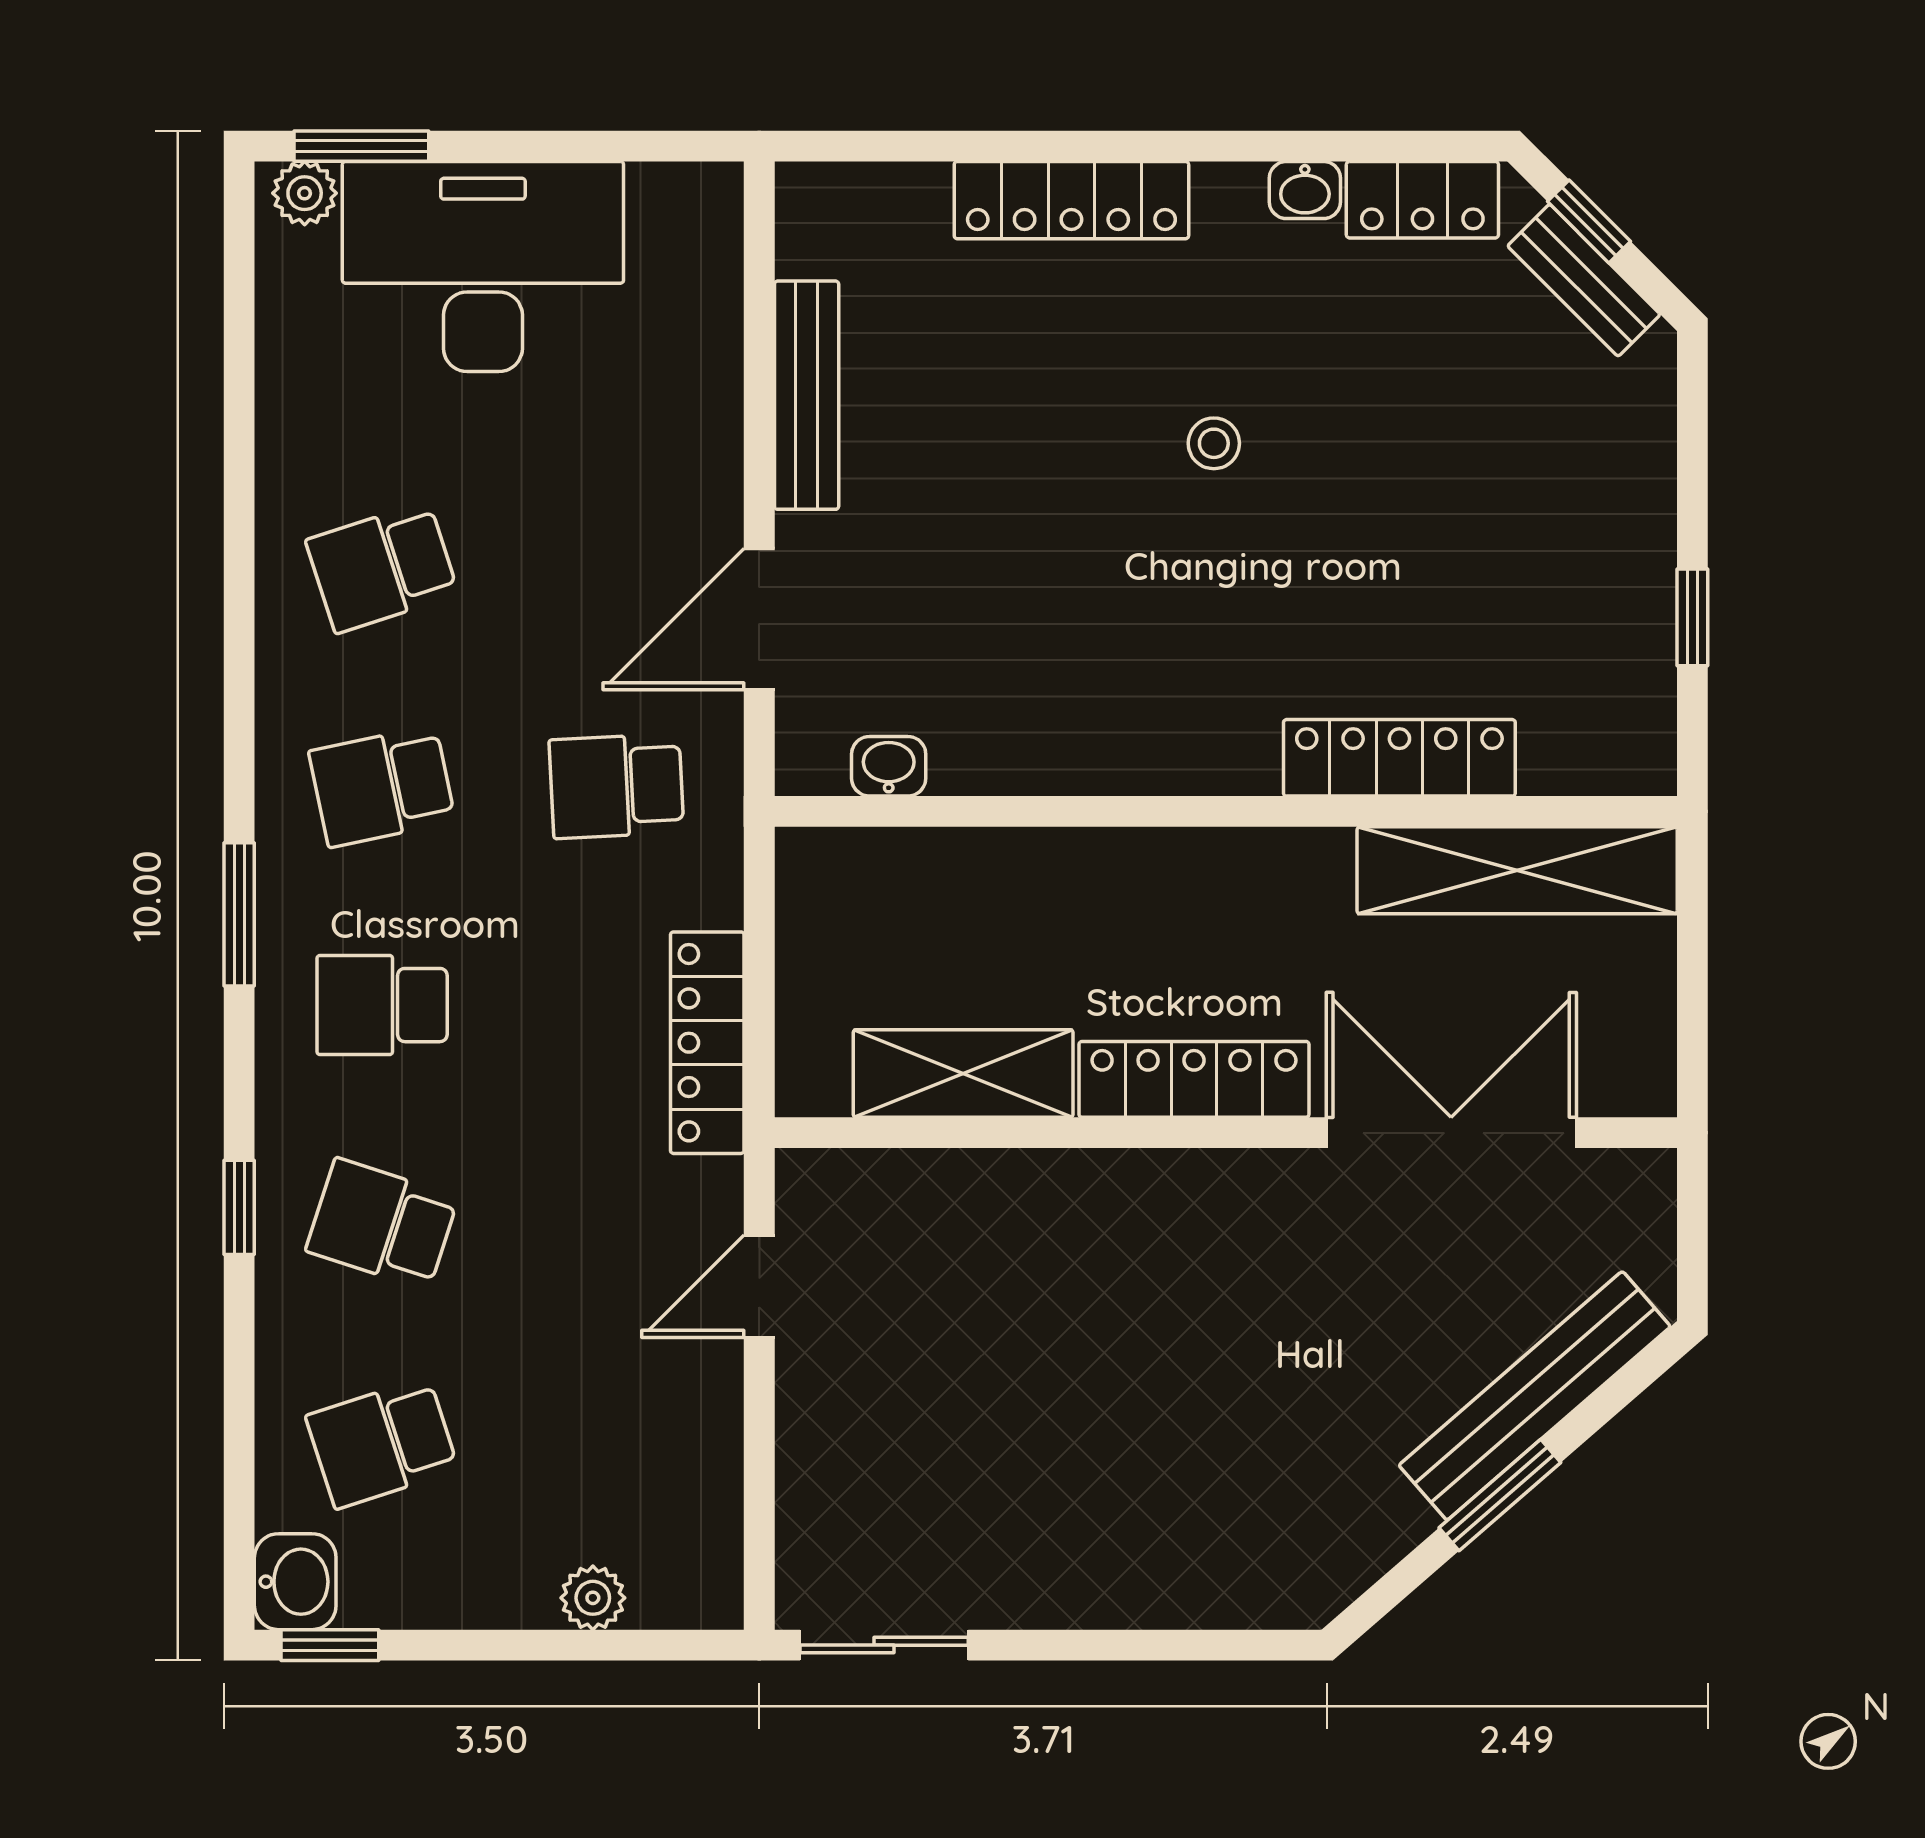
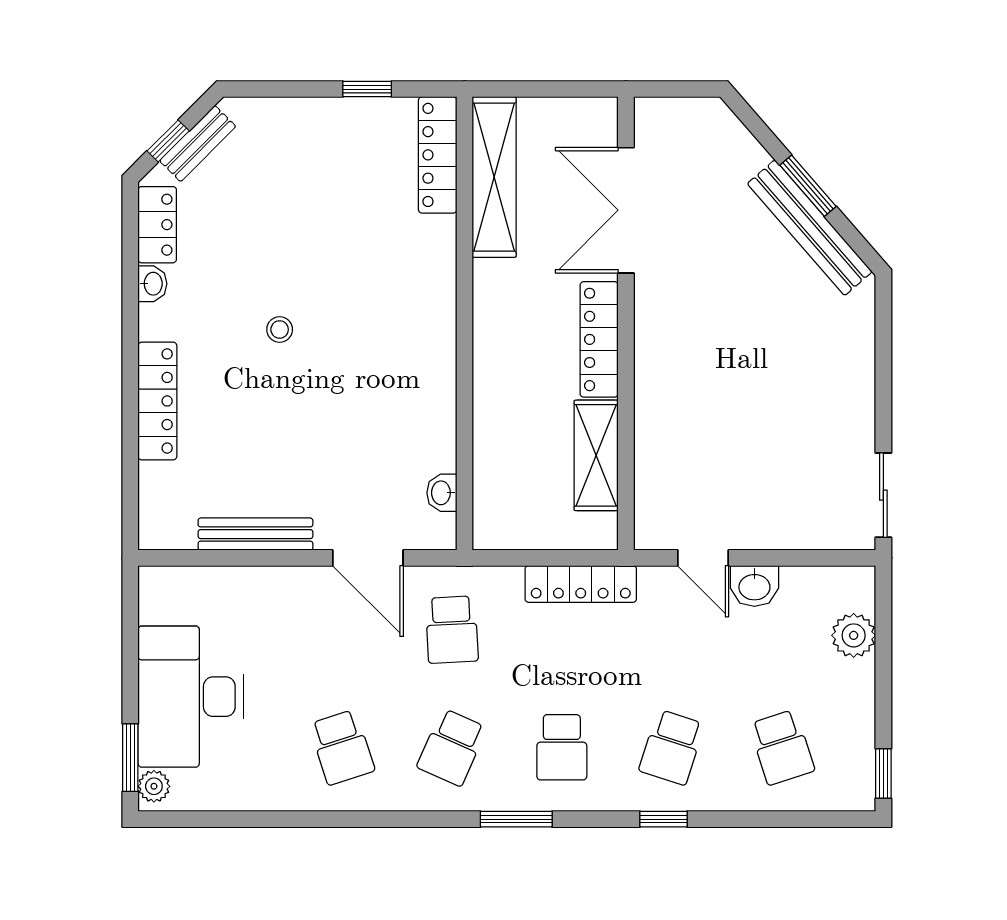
locker: (1399, 758) -> (438, 155), moved
school desk: (382, 786) -> (452, 747), turned 36
bench: (1535, 1396) -> (810, 228), moved
washbasin: (295, 1582) -> (754, 586), moved, turned 180
plant: (593, 1598) -> (854, 635), width x1.38, depth x1.38

